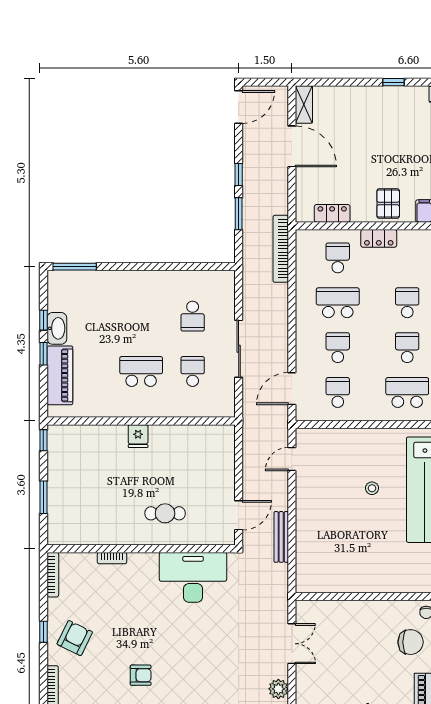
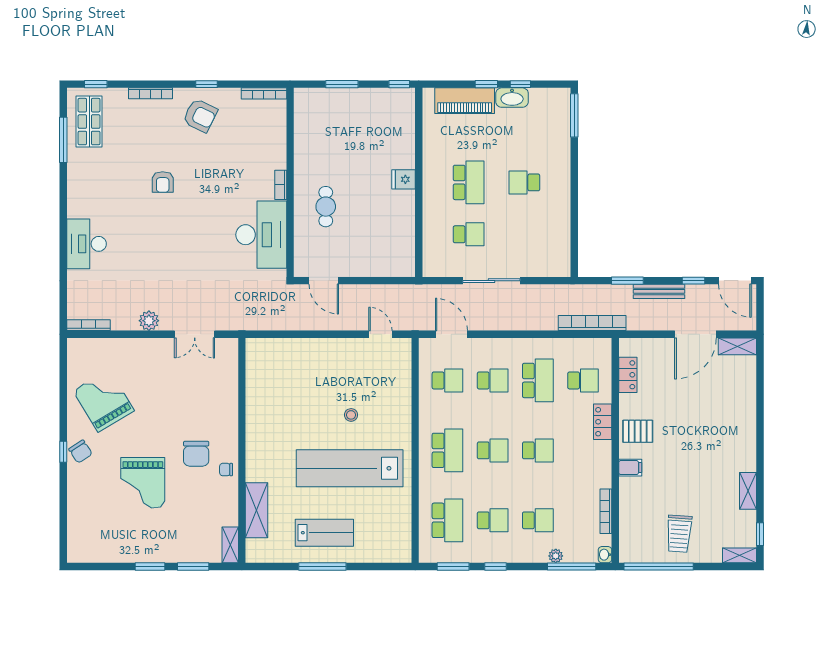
window: (393, 82) -> (760, 437), removed
window: (239, 174) -> (693, 281), moved
school desk: (193, 316) -> (524, 182), moved
bench: (281, 537) -> (659, 291), moved
bookcase: (112, 558) -> (281, 185), moved

